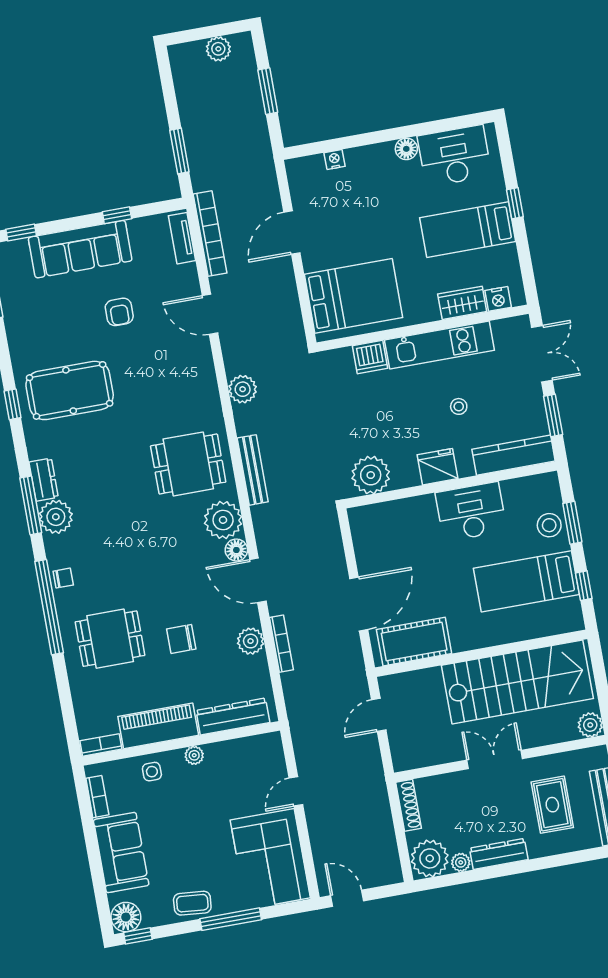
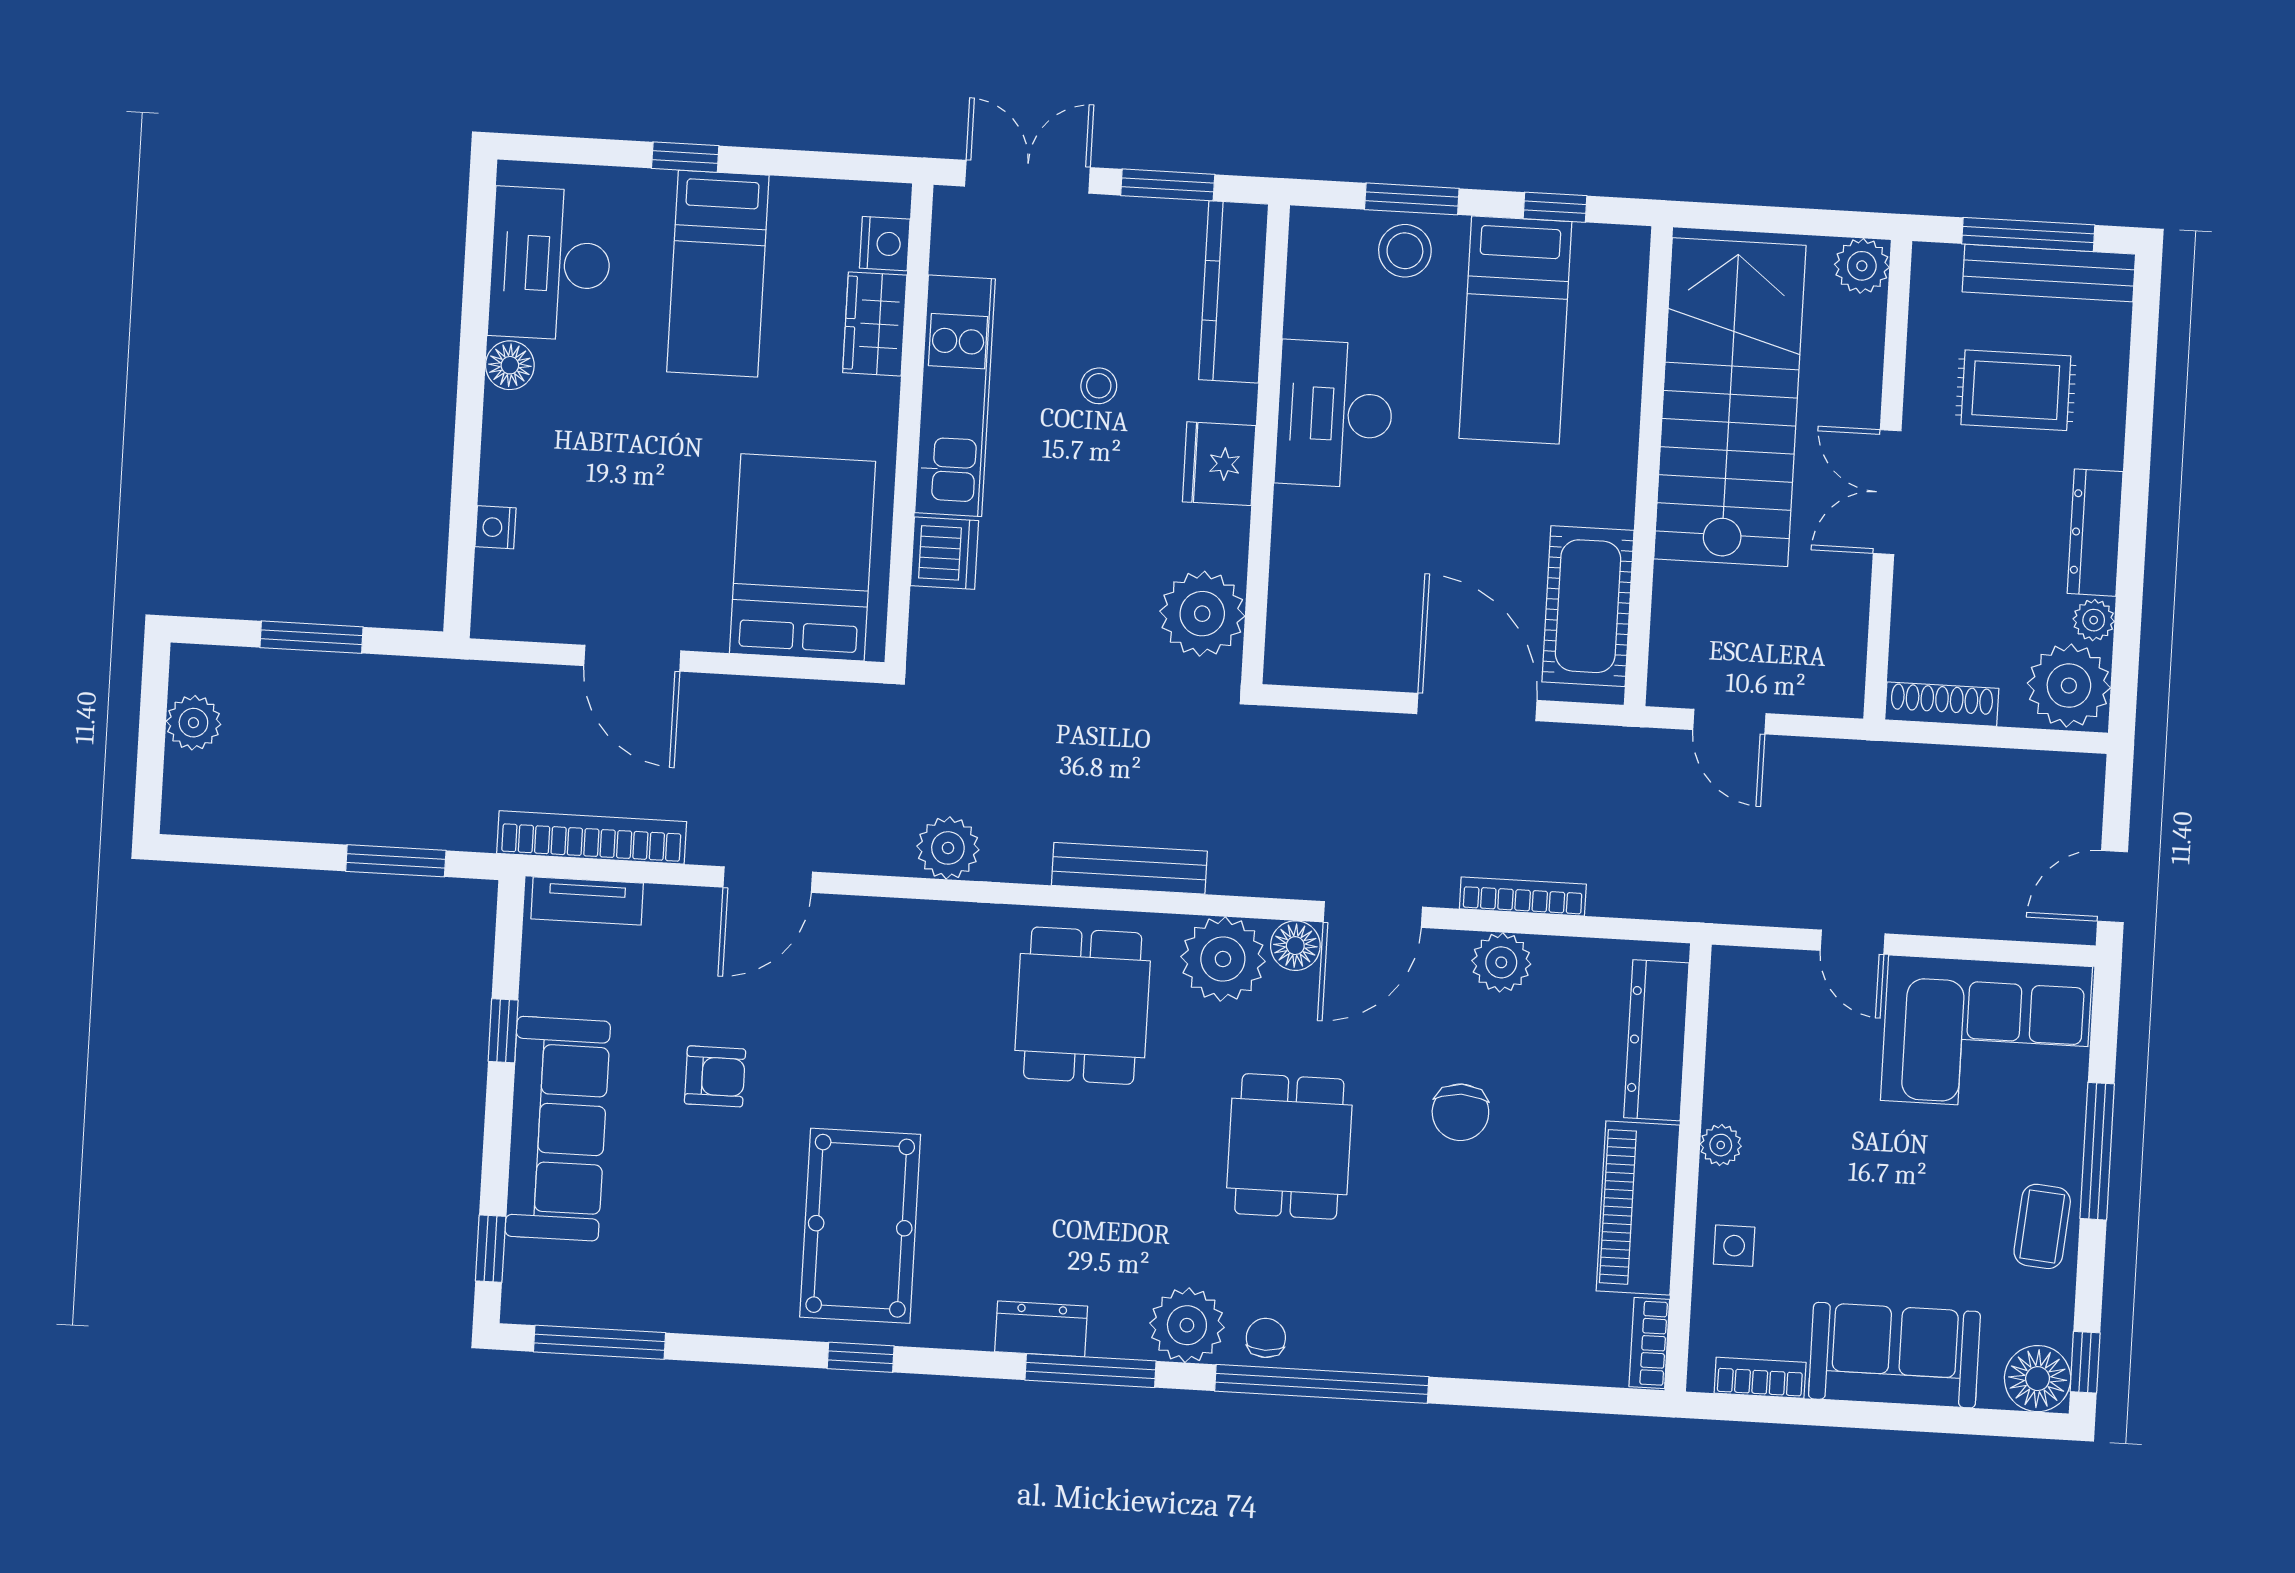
plant: (56, 517) -> (1187, 1325), moved
dining table: (110, 639) -> (1289, 1146), moved

